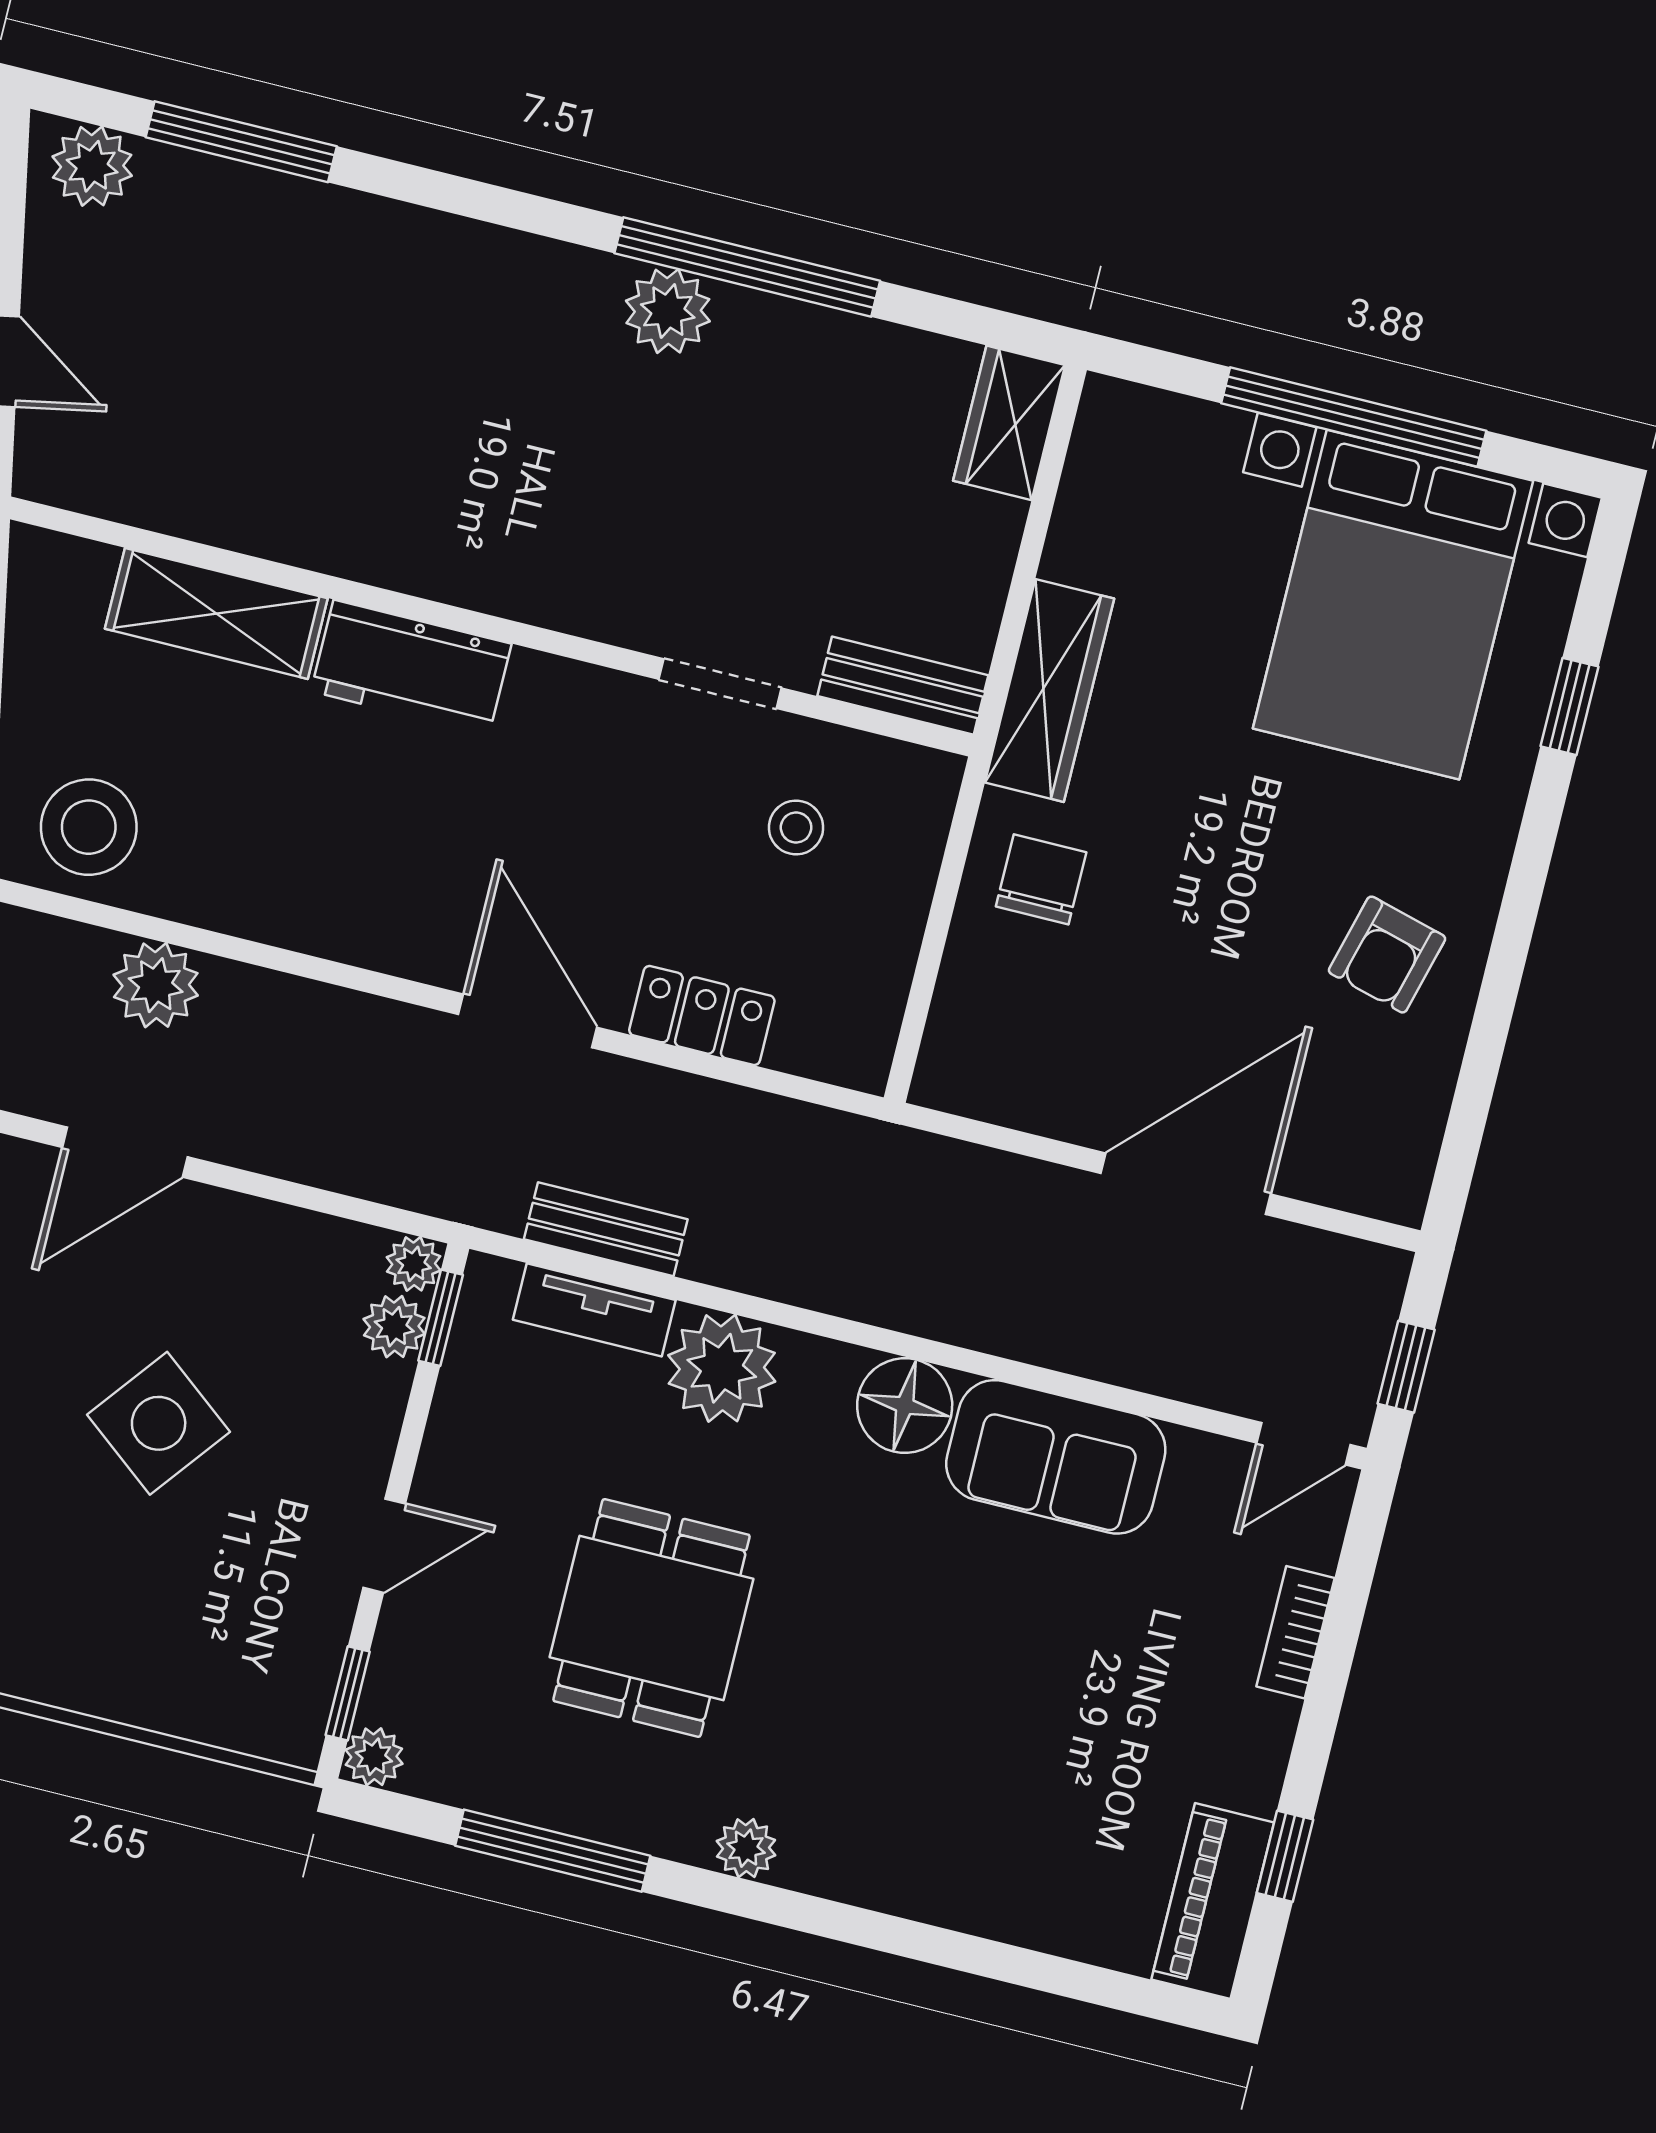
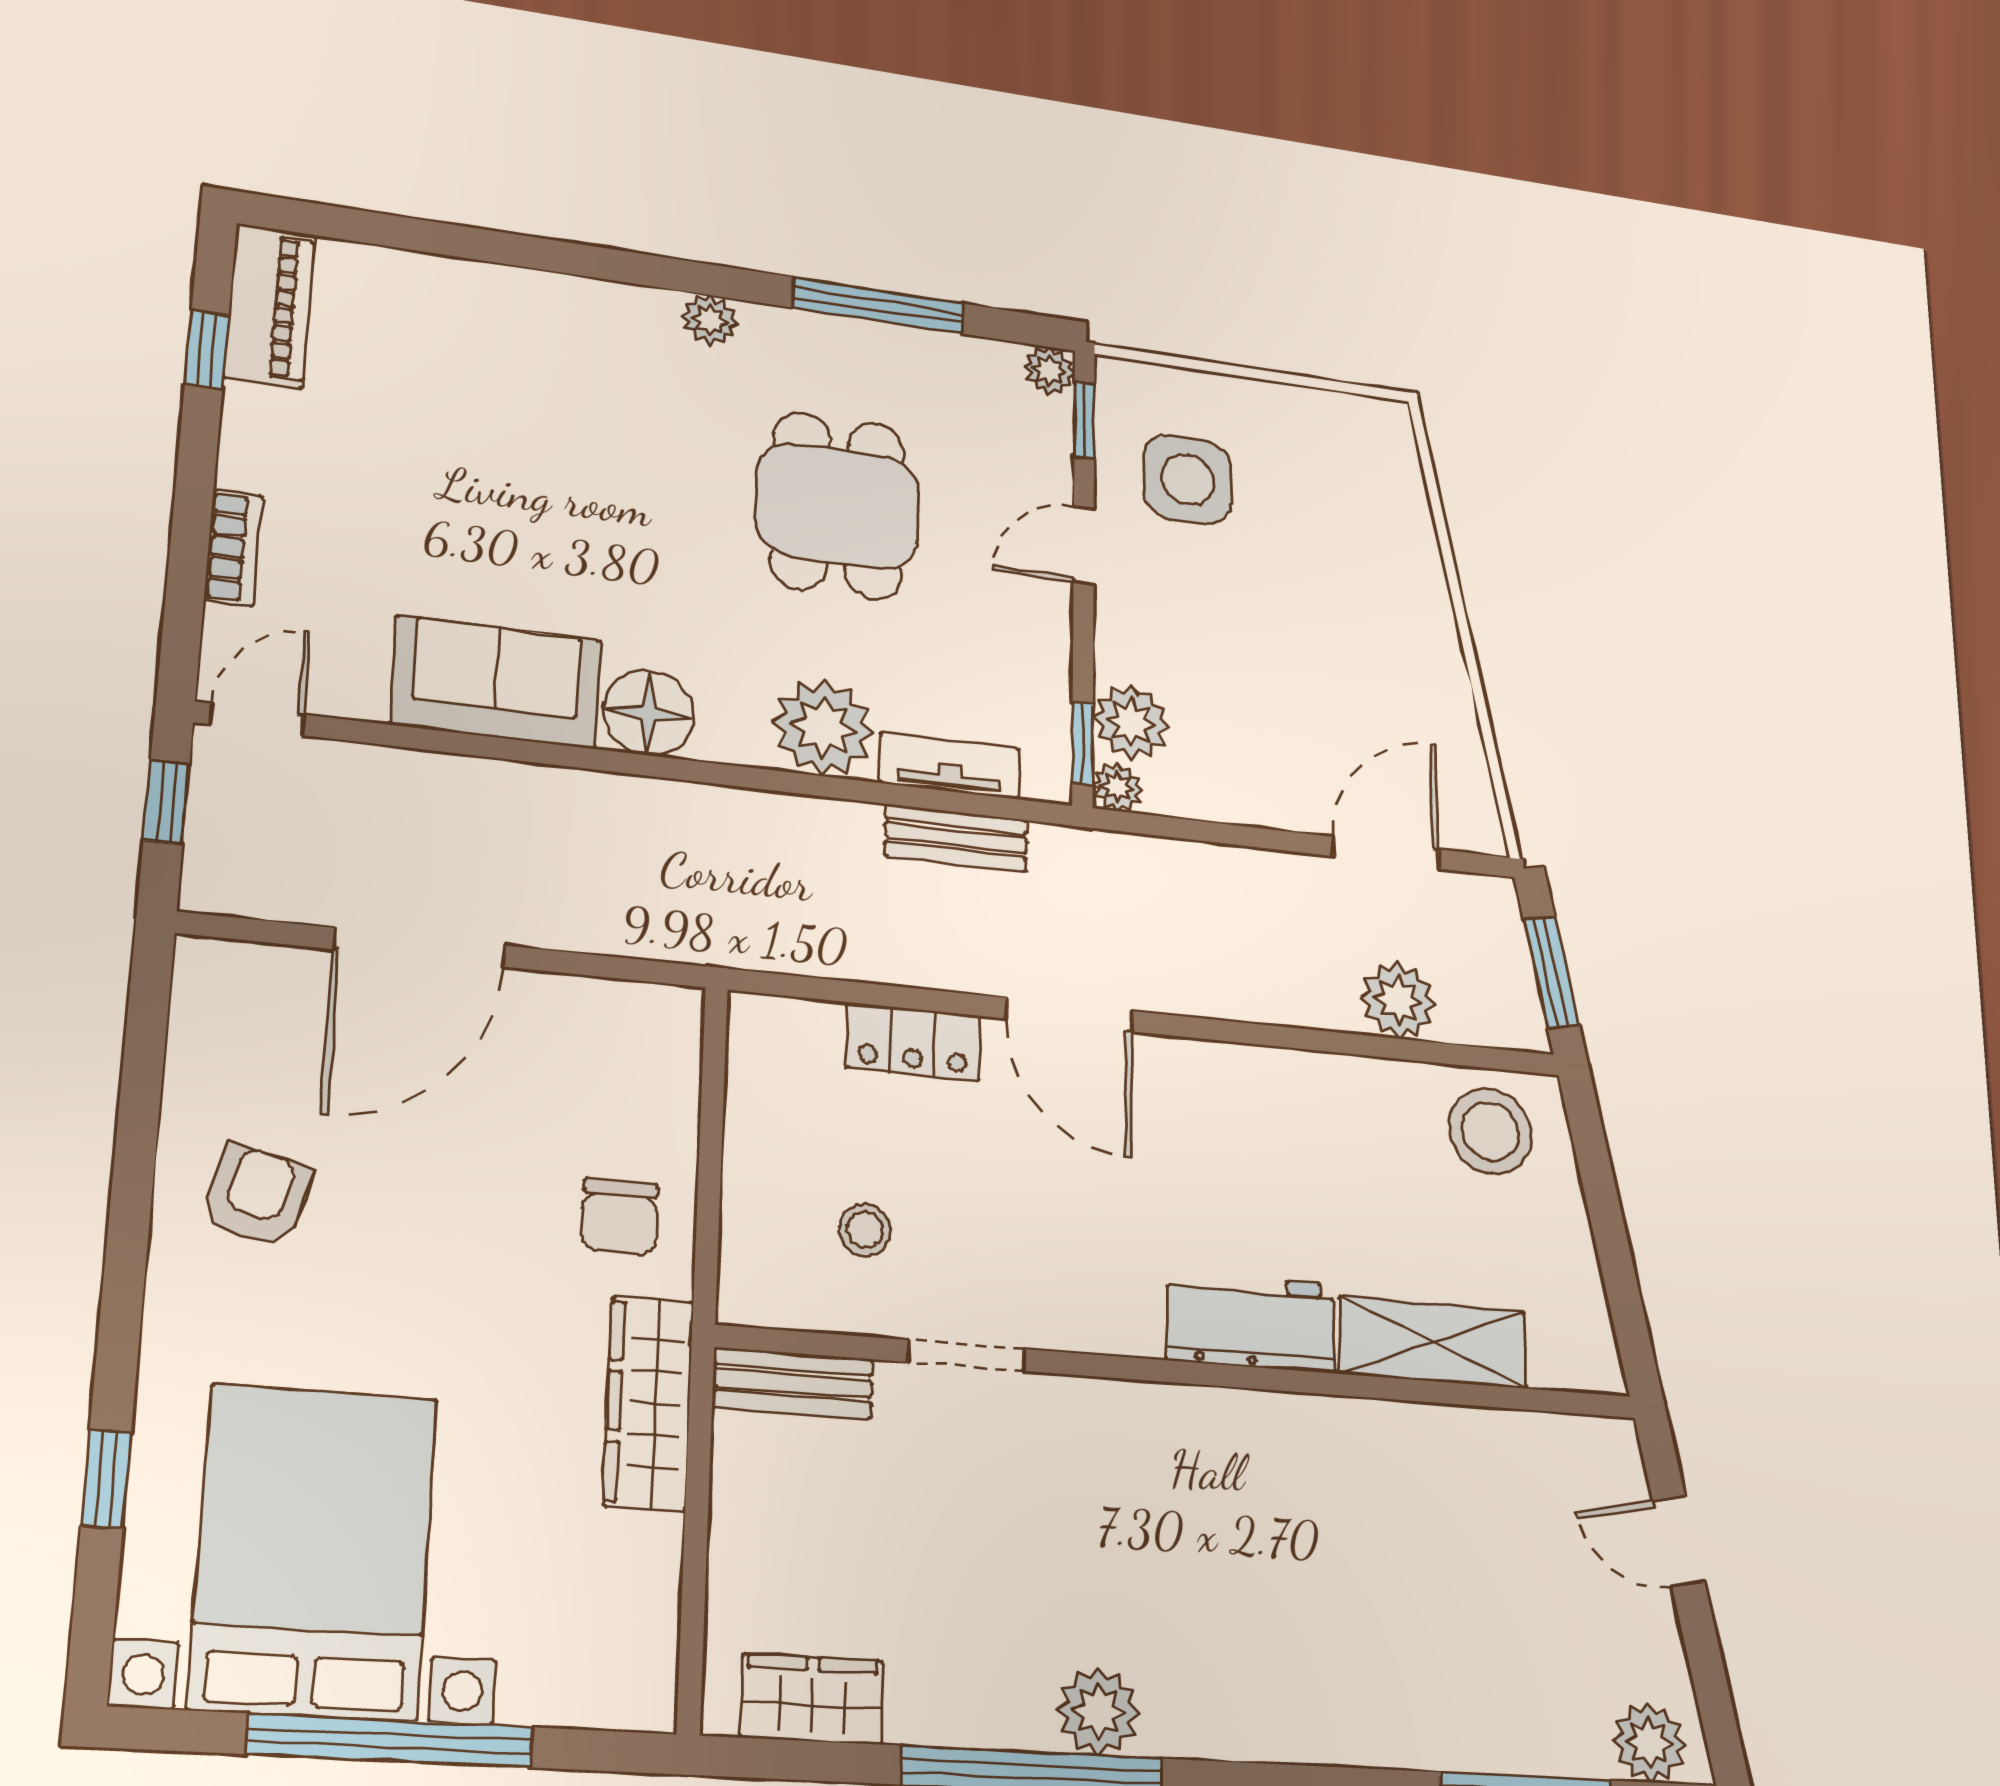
wardrobe: (1009, 423) -> (812, 1699), moved, turned -90
plant: (394, 1327) -> (1131, 722), width x1.38, depth x1.38
side table: (159, 1423) -> (1187, 480), moved, turned -38

